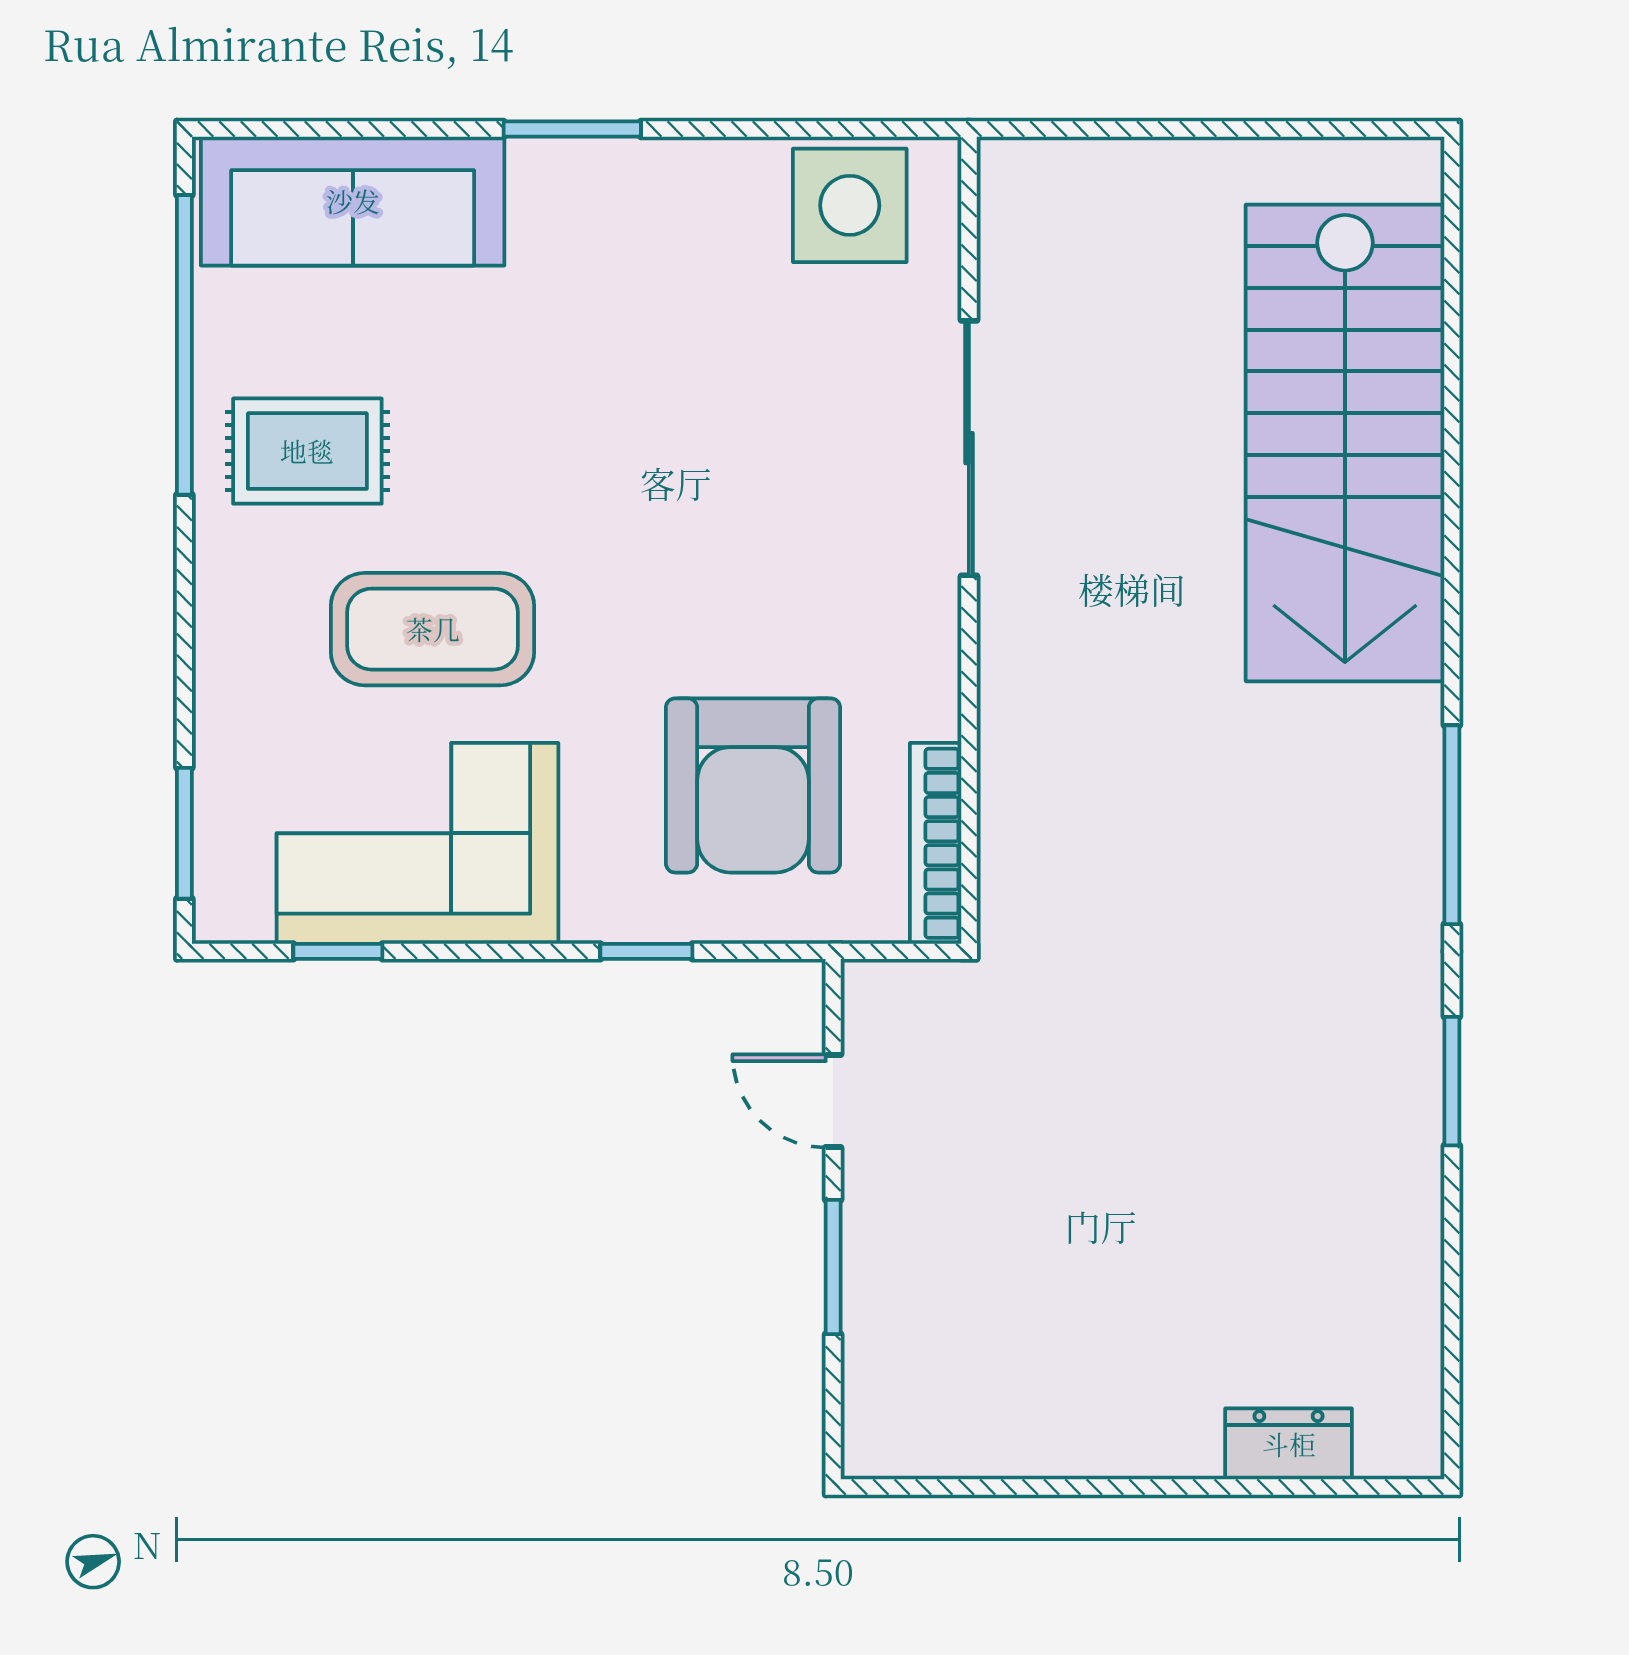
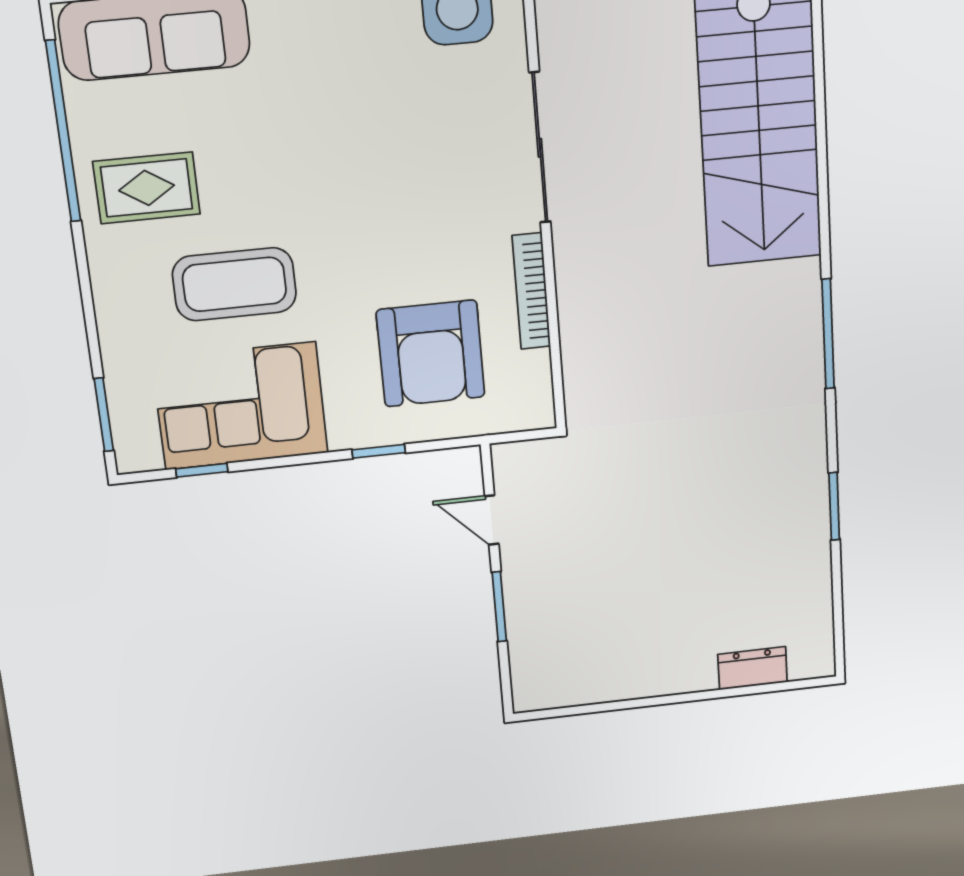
bookcase: (936, 843) -> (531, 291), moved
window: (1452, 1081) -> (834, 506), moved

